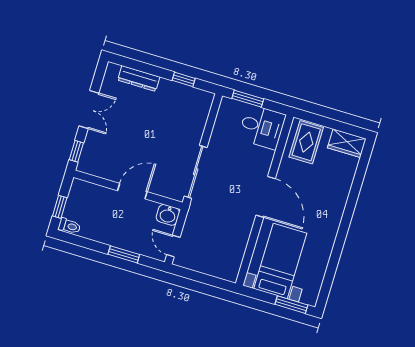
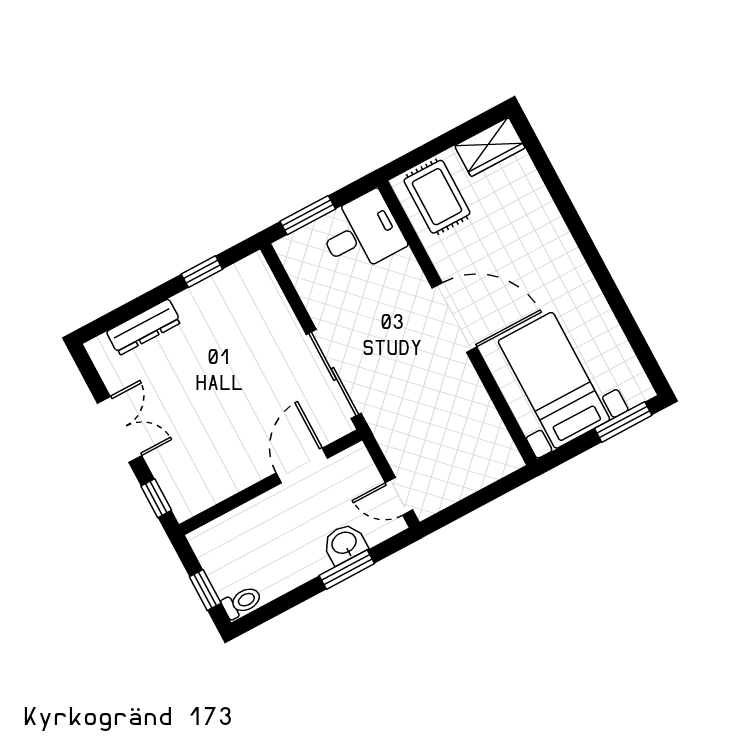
door: (132, 191) -> (302, 465), moved
washbasin: (168, 215) -> (344, 544), moved, turned 180

